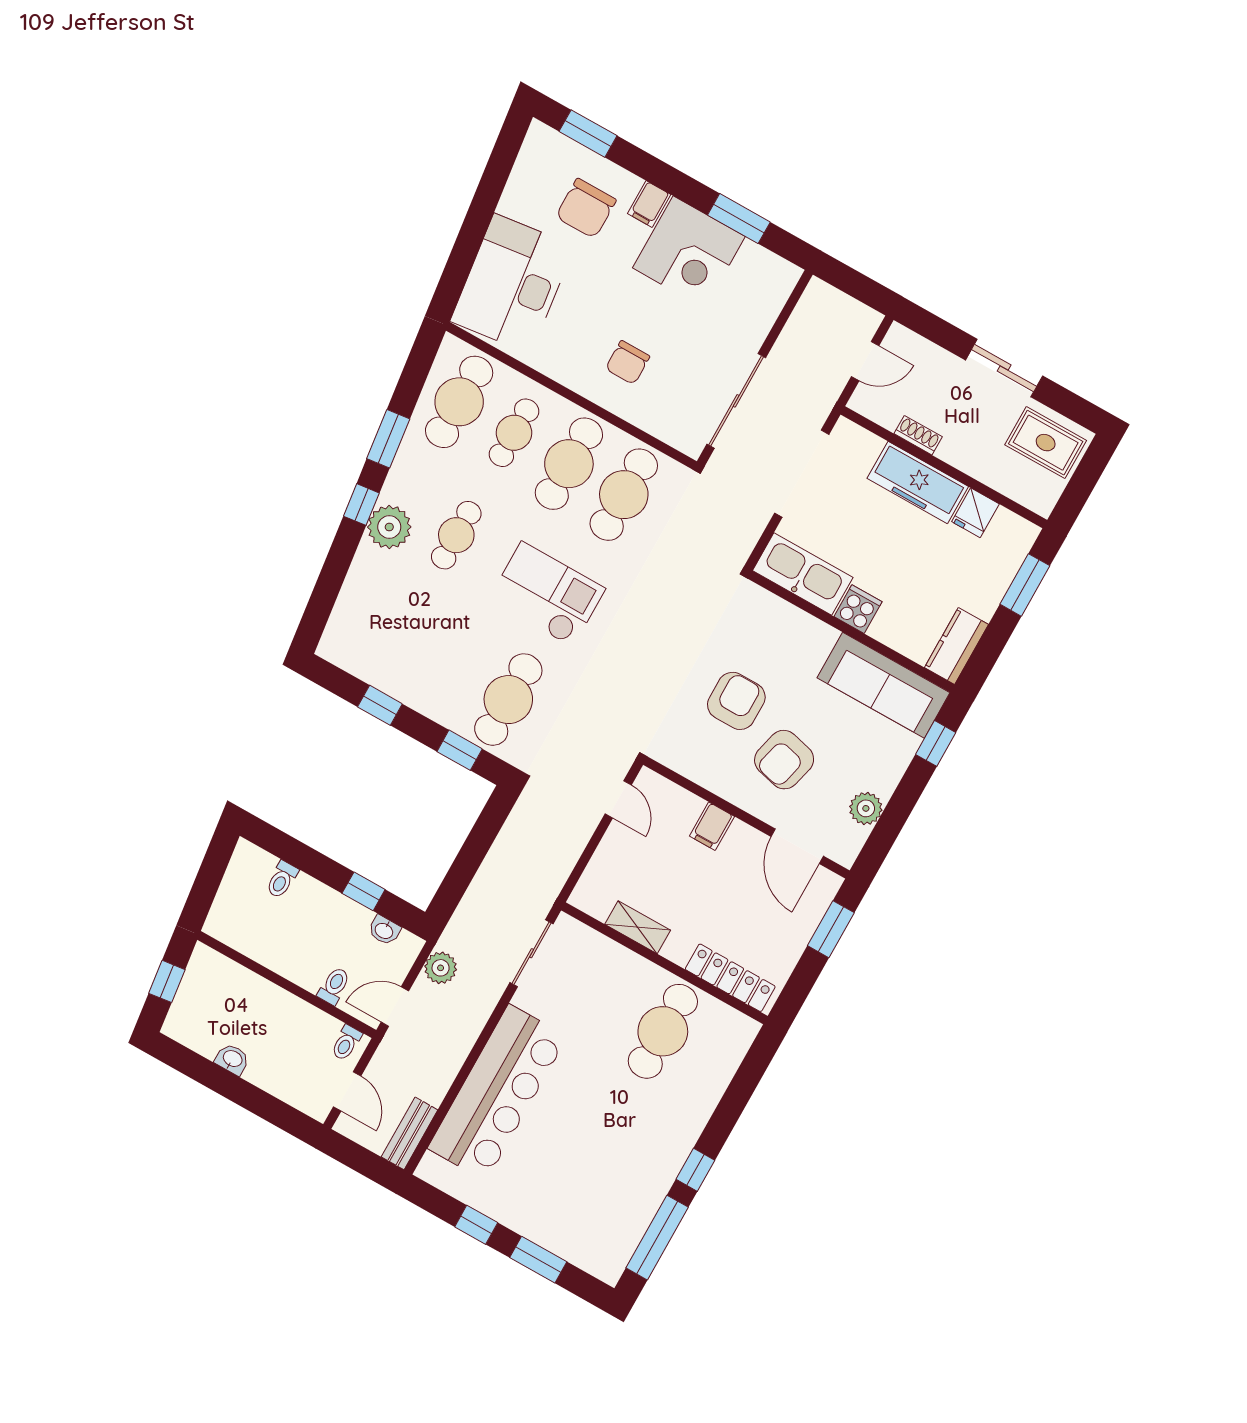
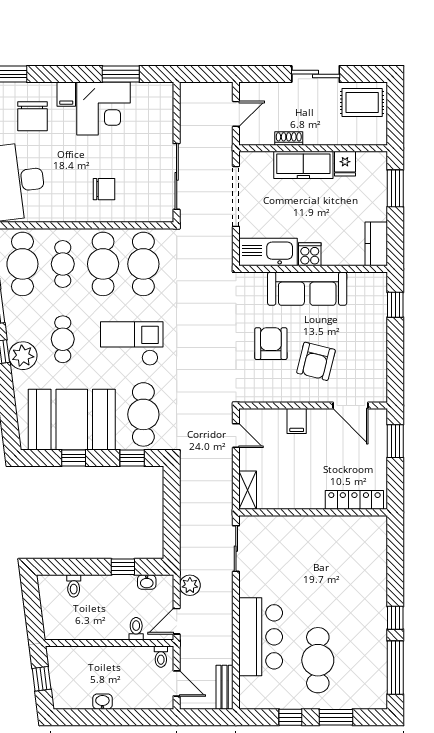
chair: (628, 363) -> (104, 189), turned -90
booth: (407, 652) -> (72, 420), added
sofa: (883, 685) -> (307, 289), moved
plant: (866, 808) -> (377, 363), removed
shelving: (638, 927) -> (248, 490), moved, turned 90
cafe table: (663, 1031) -> (318, 660), moved
bar counter: (497, 1092) -> (261, 637), width x0.73

